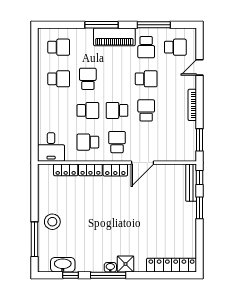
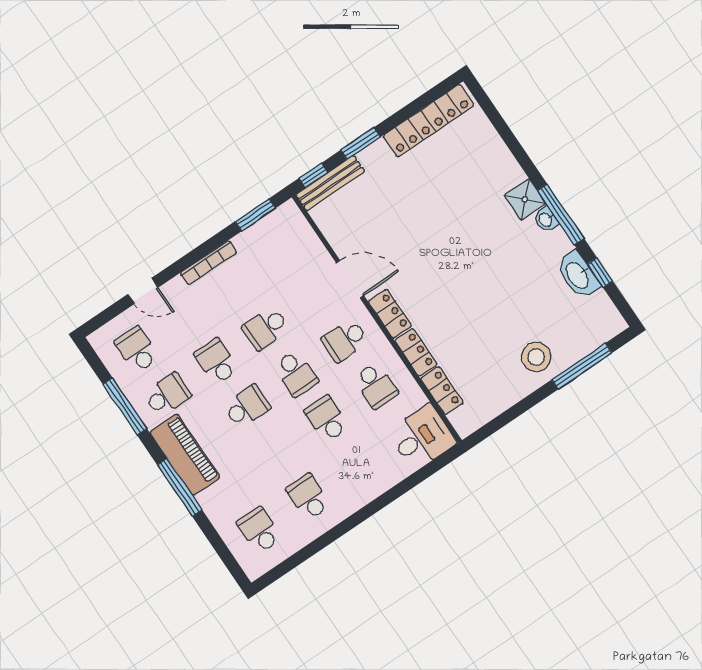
school desk: (88, 79) -> (247, 407), moved, turned 180
washbasin: (63, 265) -> (578, 275), moved
locker: (172, 265) -> (428, 121), moved, turned -90

